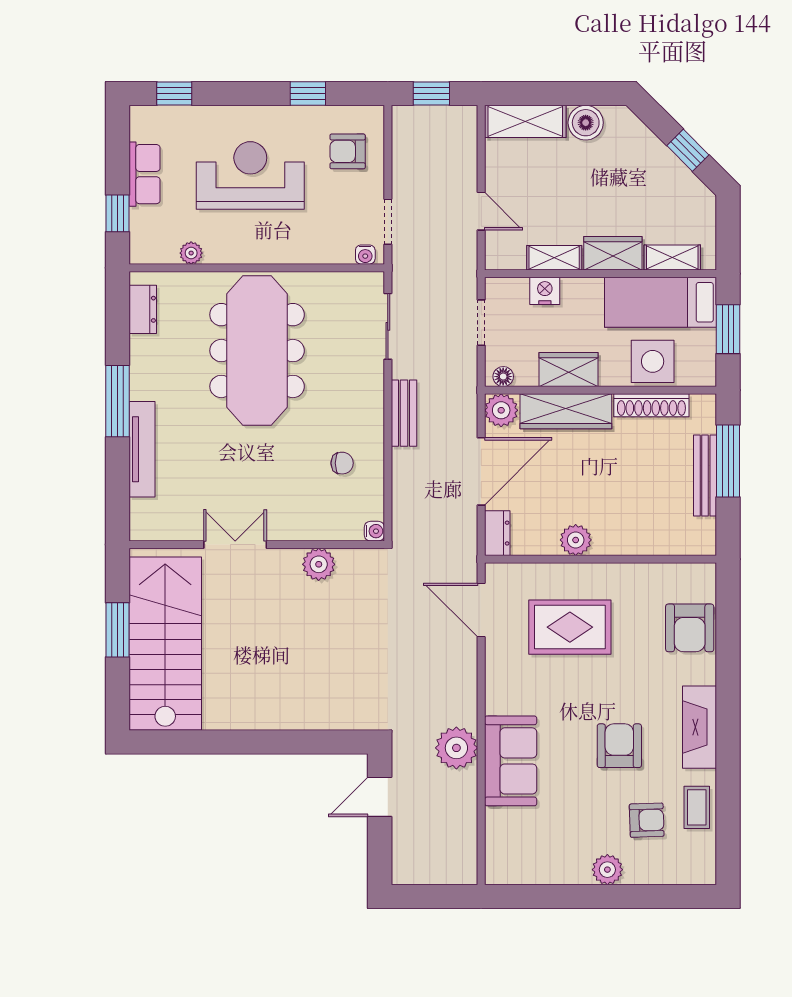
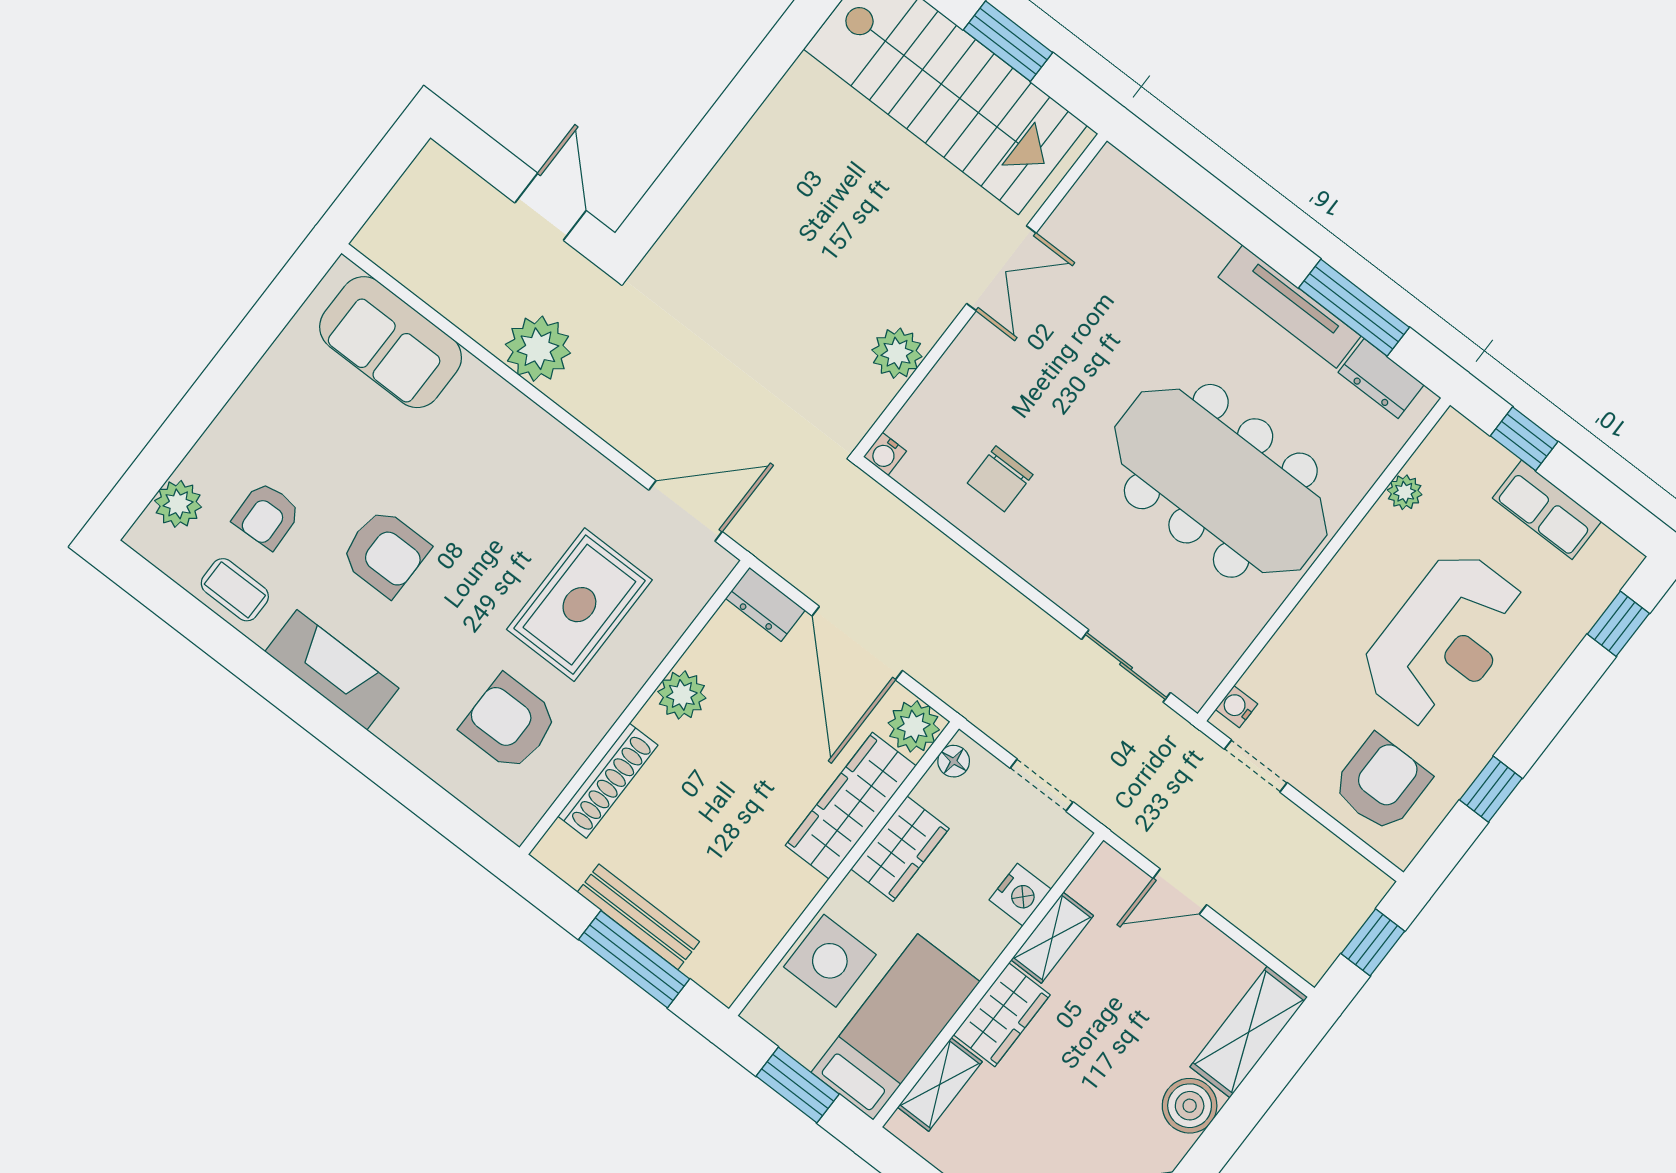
armchair: (348, 151) -> (1381, 783), width x1.38, depth x1.38
window: (117, 401) -> (1354, 308), moved
shoe rack: (651, 405) -> (608, 781), moved, turned 180
bench: (404, 413) -> (1003, 603), removed
tv unit: (142, 449) -> (1289, 307), moved
chair: (342, 463) -> (1000, 479), width x1.37, depth x1.37
armchair: (690, 628) -> (509, 723), moved
sofa: (511, 761) -> (391, 342), moved
plant: (607, 870) -> (178, 504), moved

